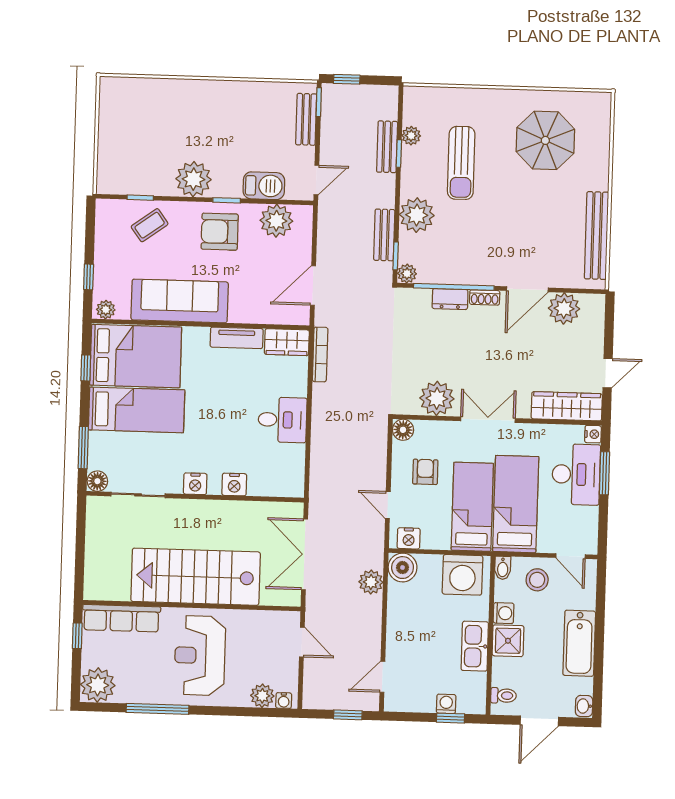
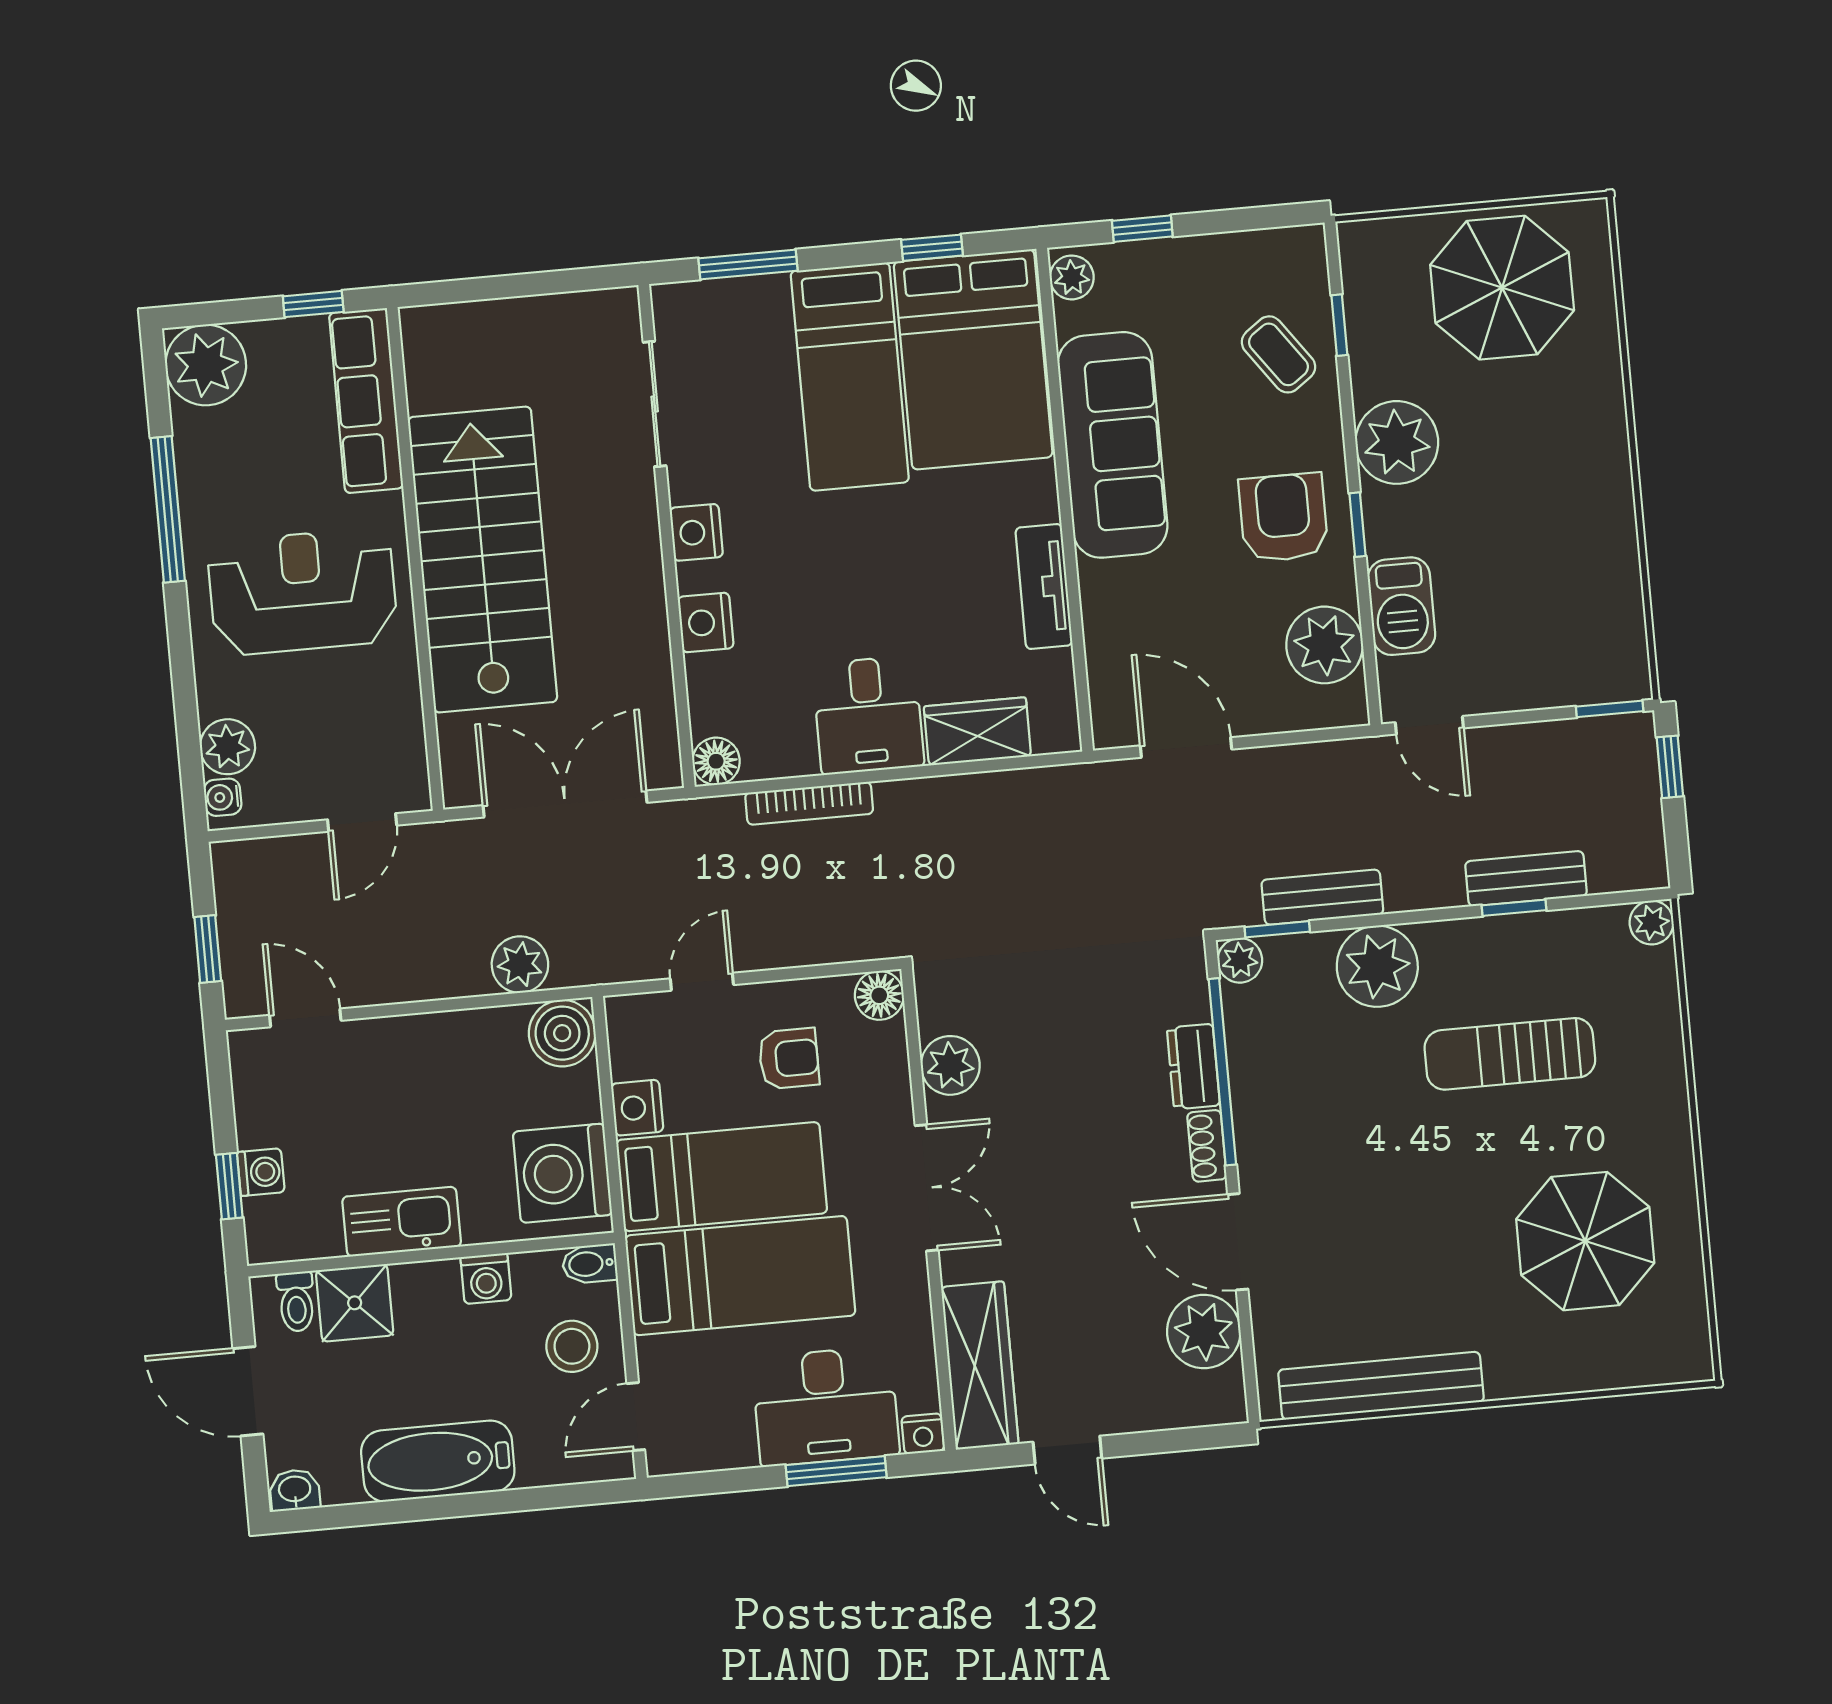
bench: (306, 119) -> (1566, 685), removed
parasol: (133, 126) -> (1502, 288), added
plant: (411, 136) -> (1652, 923), moved
wardrobe: (287, 342) -> (977, 731), moved, turned 90
bookcase: (320, 354) -> (809, 803), moved
plant: (437, 398) -> (950, 1065), width x0.73, depth x0.73
floor lamp: (97, 481) -> (716, 761), moved
nightstand: (409, 538) -> (637, 1108), moved
shower: (508, 641) -> (355, 1303), moved

